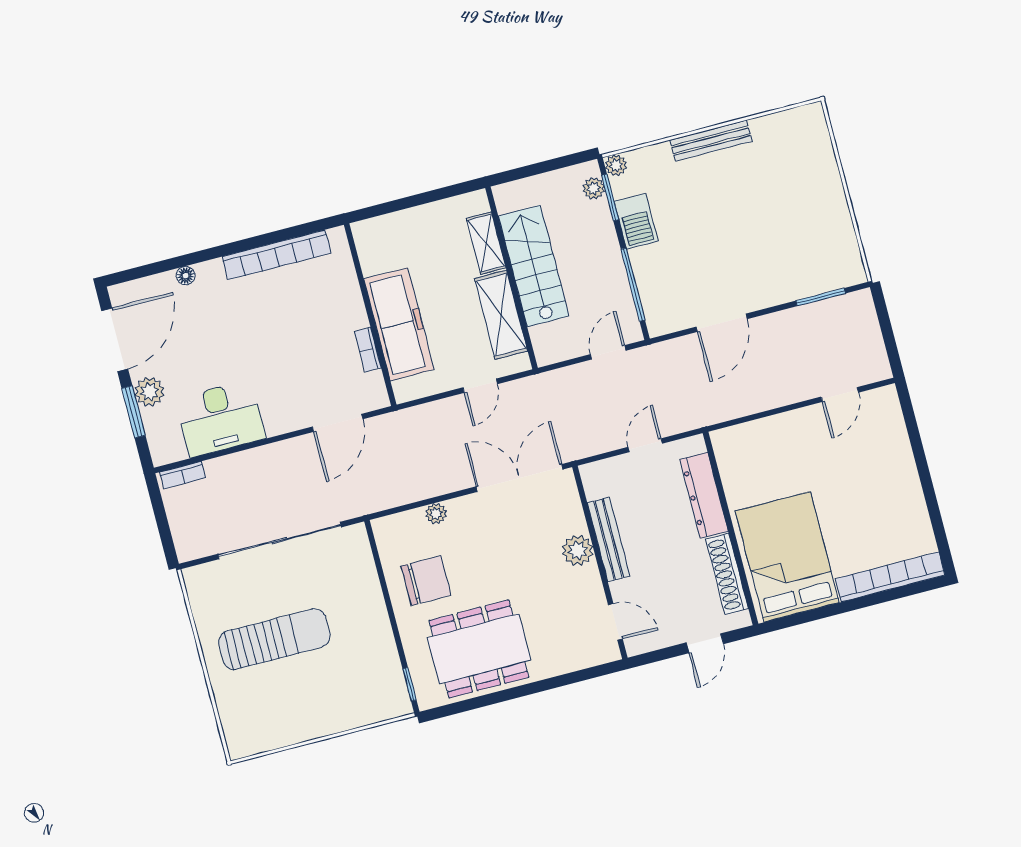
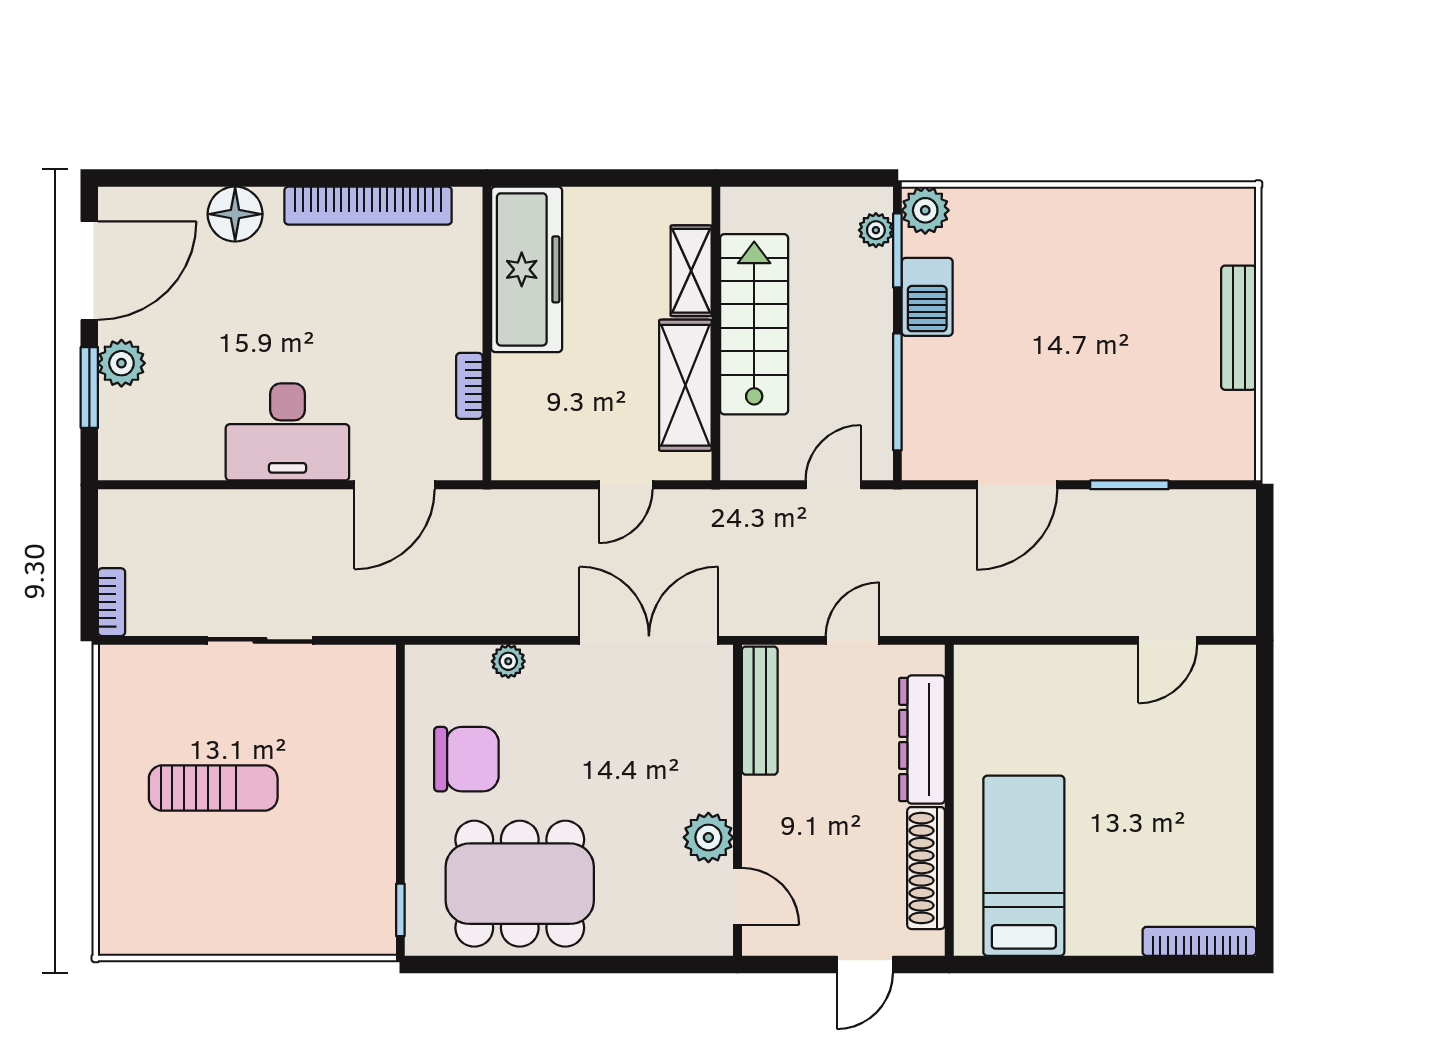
bench: (711, 141) -> (1239, 328), moved, turned 90
plant: (616, 165) -> (925, 210), width x1.38, depth x1.38
floor lamp: (186, 276) -> (235, 214), width x1.89, depth x1.89
window: (821, 297) -> (1129, 485), moved
freezer: (399, 324) -> (527, 269), moved
desk: (220, 419) -> (287, 432), moved
bookcase: (183, 475) -> (111, 602), moved, turned -90
bench: (609, 539) -> (760, 711), moved
sliding door: (279, 541) -> (260, 640), width x0.54
plant: (578, 550) -> (708, 837), moved
bed: (787, 557) -> (1024, 866), width x0.67
bookcase: (890, 577) -> (1199, 941), width x0.68, depth x0.76
sun lounger: (274, 639) -> (213, 788), width x0.73, depth x0.75

